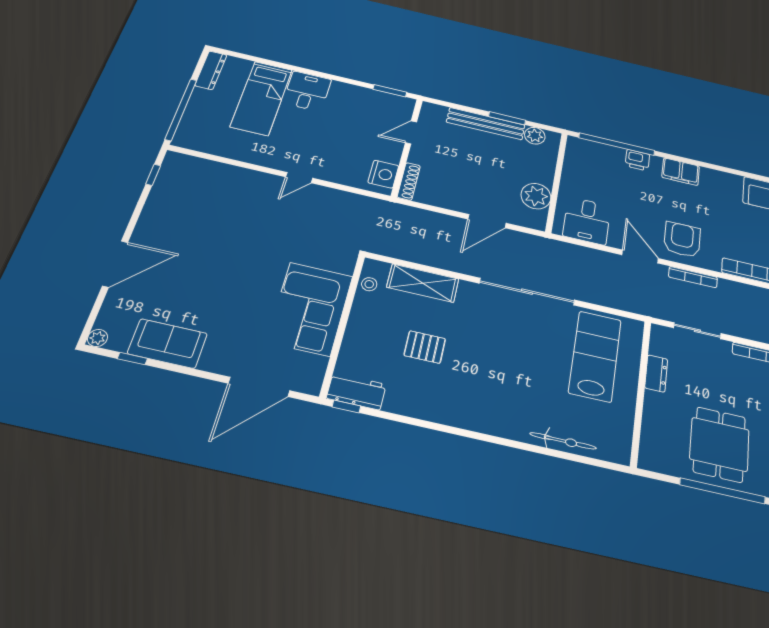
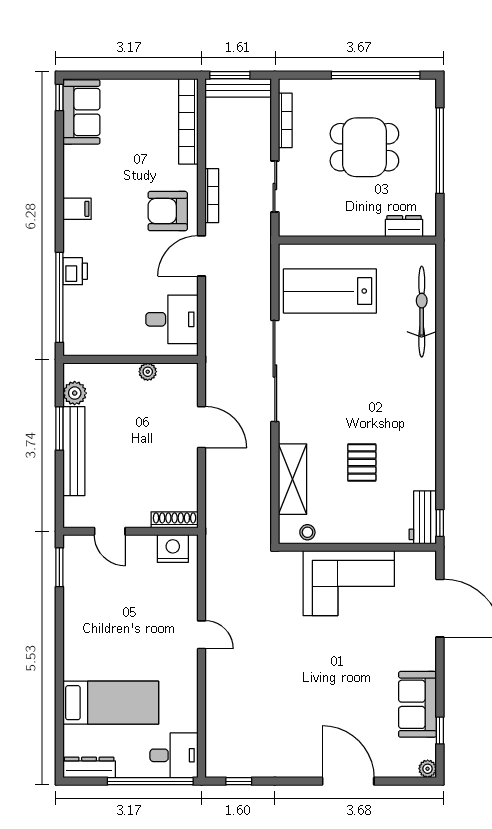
desk: (307, 91) -> (174, 755), moved, turned 180
filing cabinet: (681, 172) -> (77, 209), width x0.50
plant: (536, 196) -> (148, 372), width x0.53, depth x0.53
dresser: (656, 373) -> (404, 226), moved
bicycle: (563, 441) -> (422, 312), width x1.37, depth x1.40
dining table: (719, 444) -> (364, 147), moved

